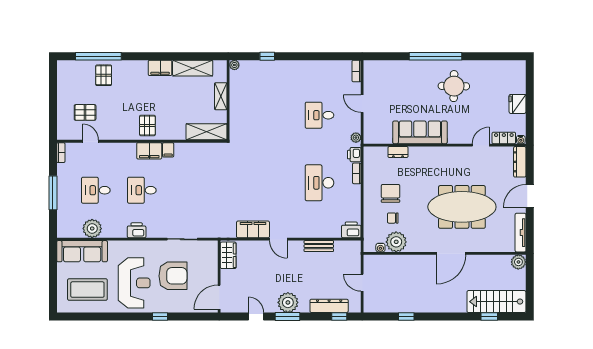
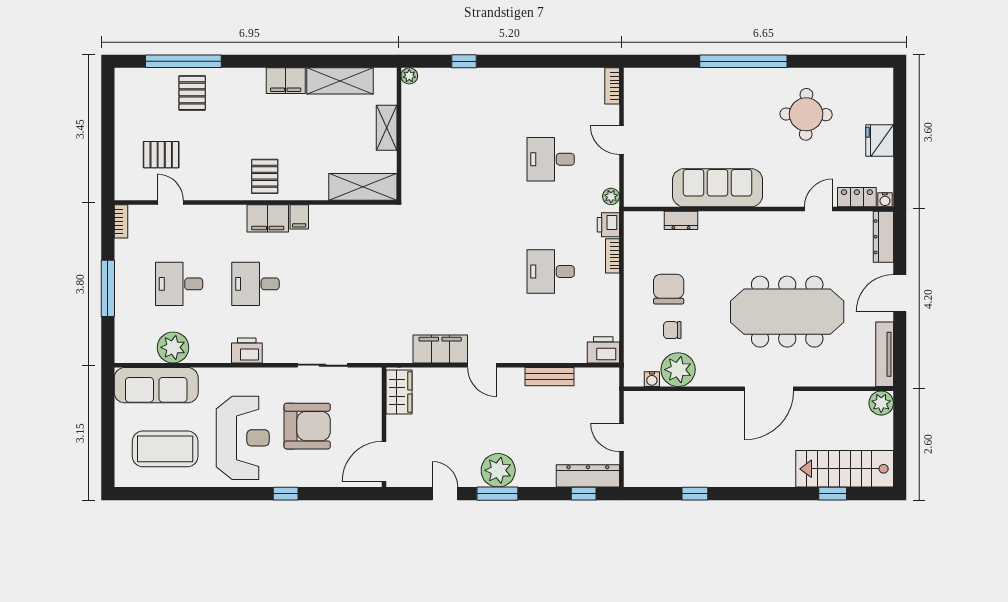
round table: (454, 86) -> (806, 114), moved
desk: (320, 183) -> (551, 272), width x0.73
dresser: (329, 306) -> (588, 476), moved

